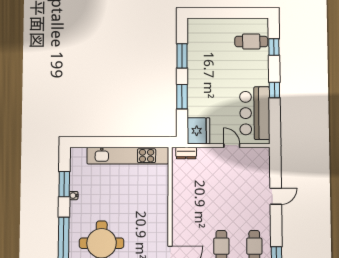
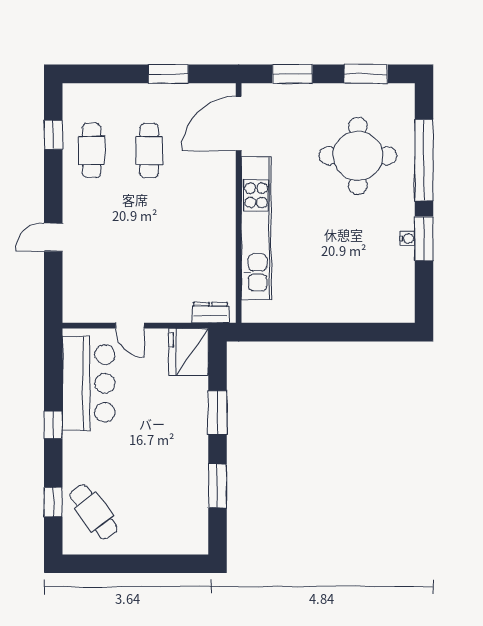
cafe table: (251, 42) -> (94, 512), turned 53
kitchen unit: (128, 156) -> (256, 228), moved, turned 90
window: (64, 184) -> (424, 239), moved

